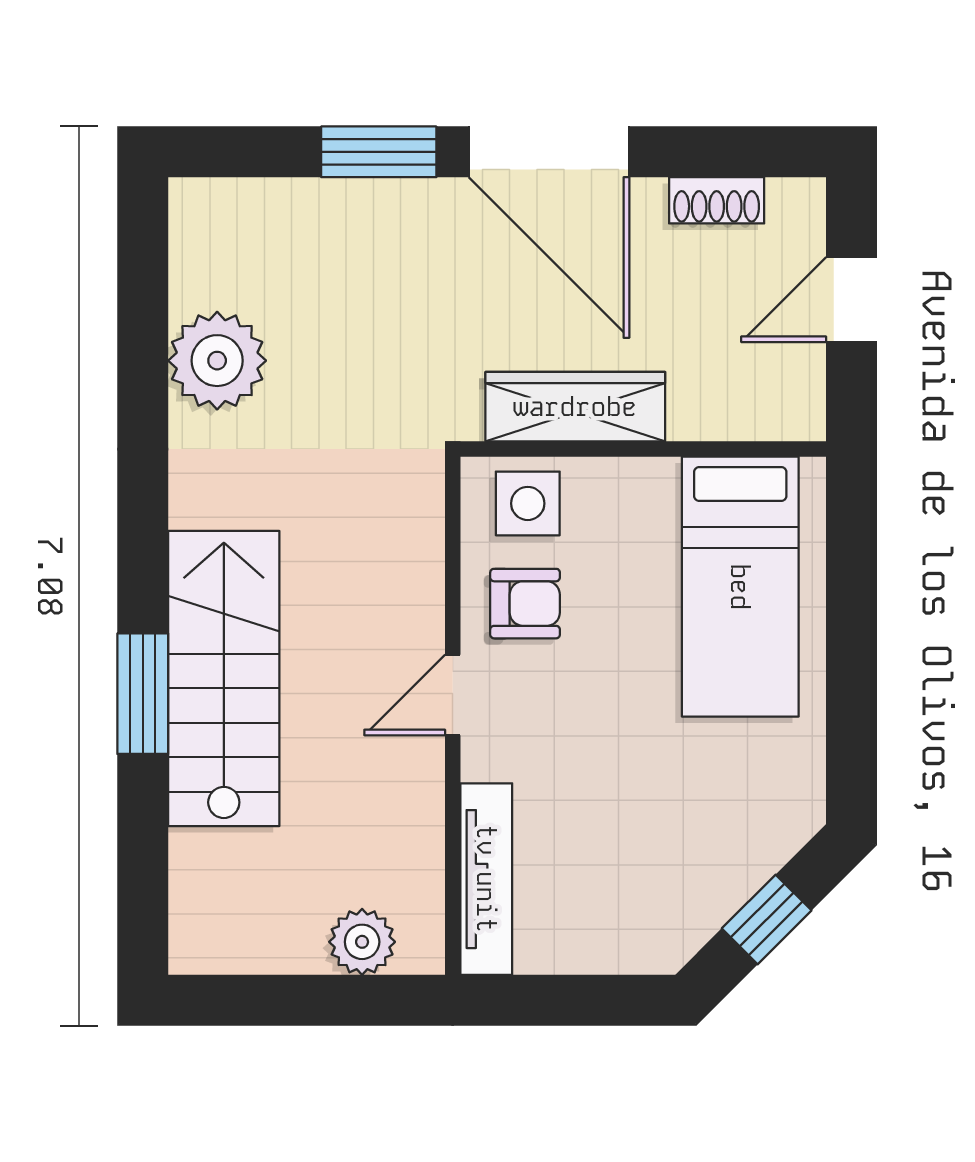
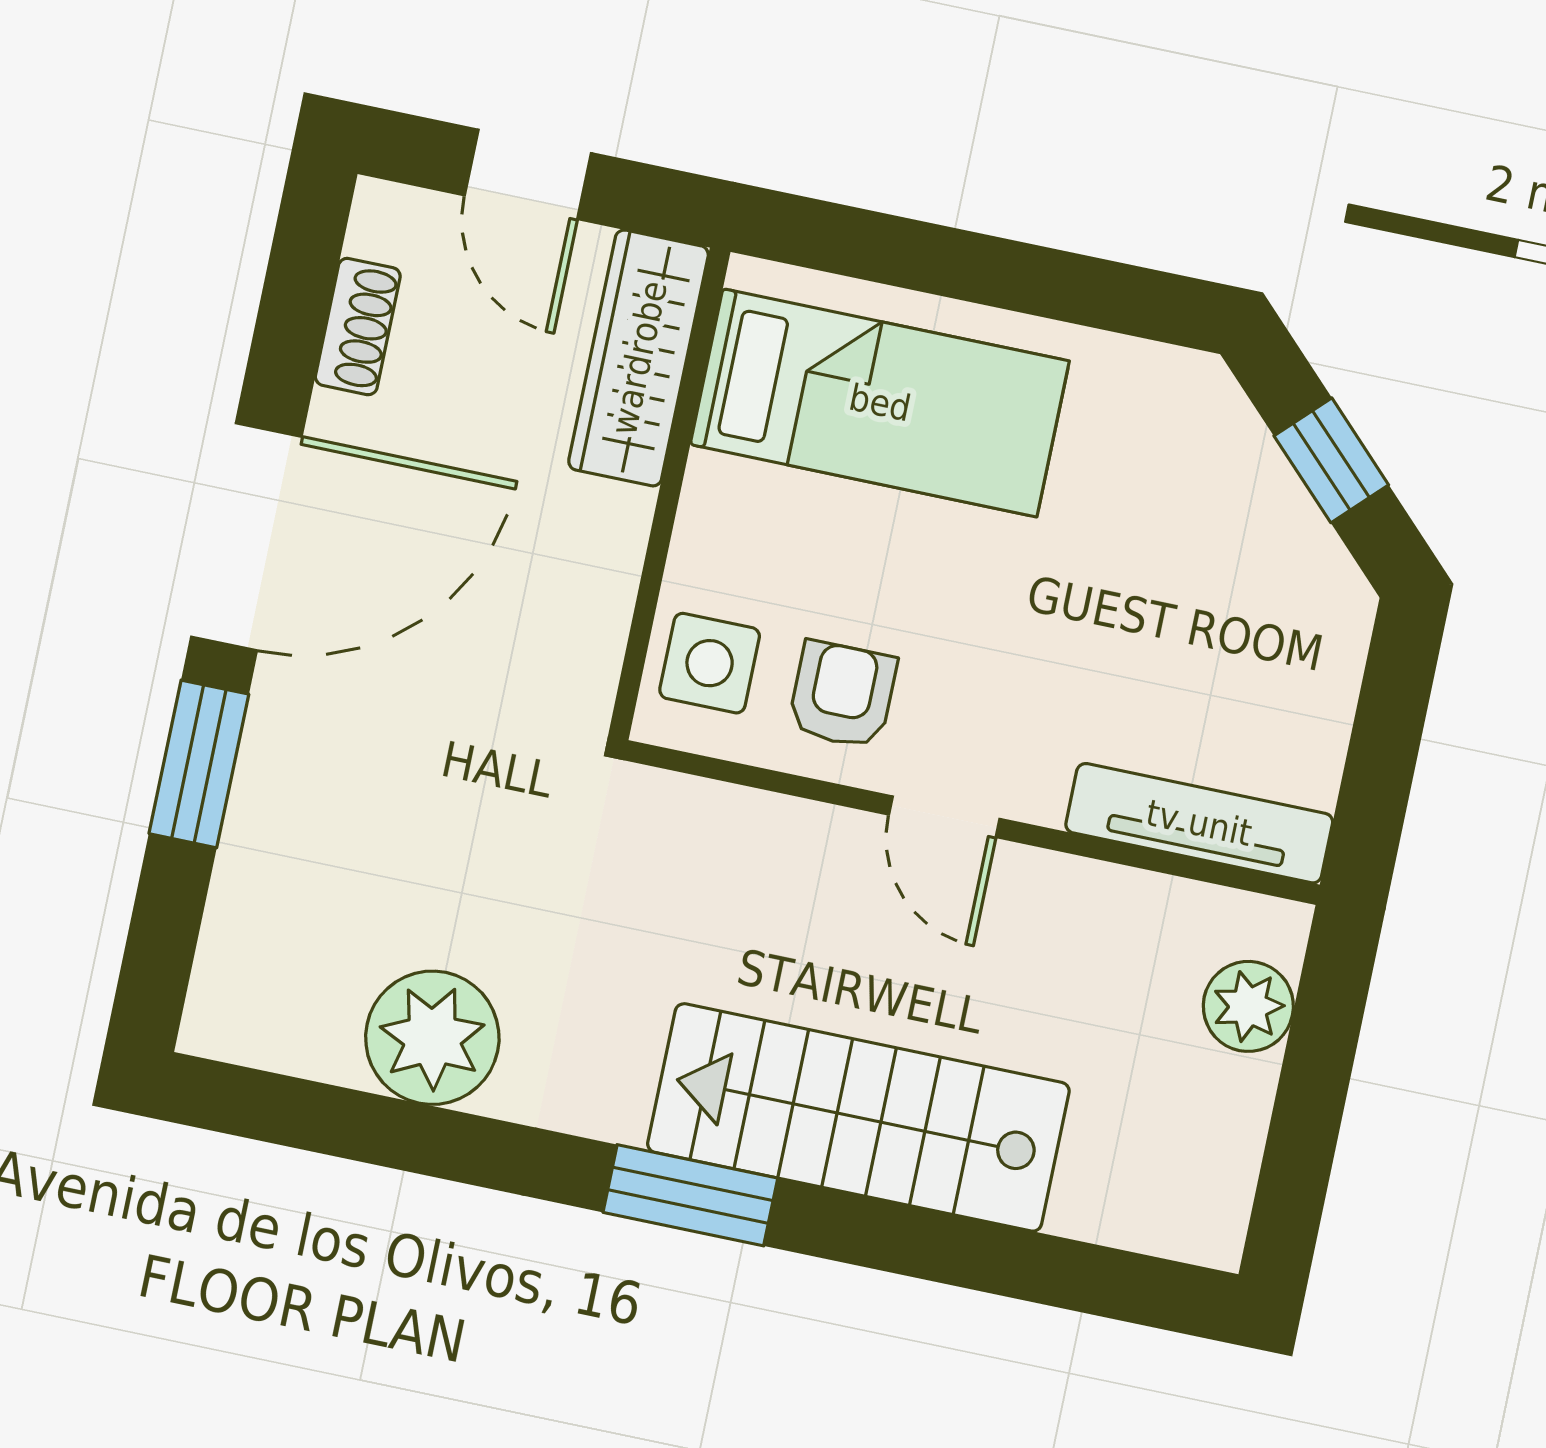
wardrobe: (575, 407) -> (639, 358), moved
window: (143, 694) -> (690, 1195), moved

